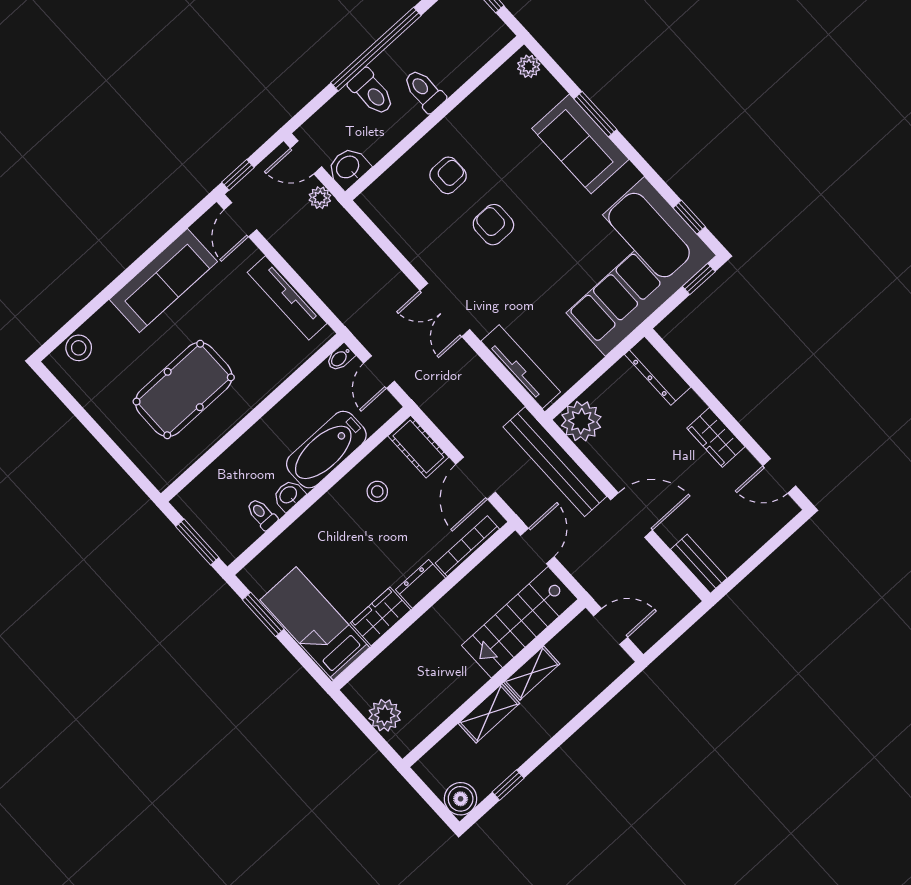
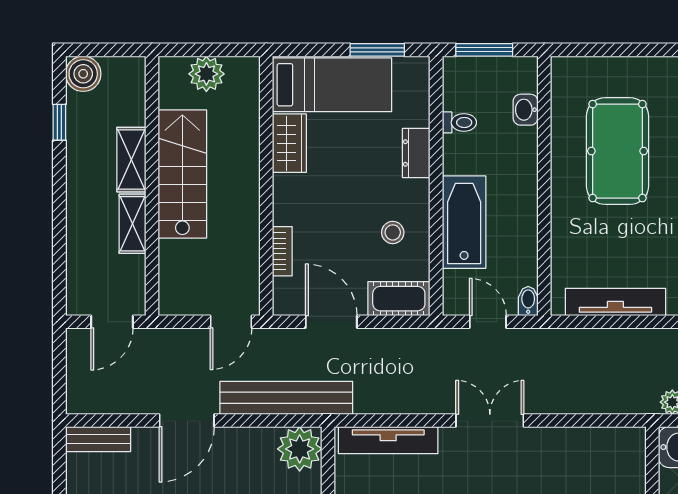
washbasin: (289, 495) -> (526, 110), moved, turned 180
bookcase: (467, 546) -> (282, 251), width x0.64
door: (537, 546) -> (231, 322), hinge flipped
dresser: (421, 584) -> (416, 153), moved, turned 180
stairs: (520, 622) -> (182, 174), moved

